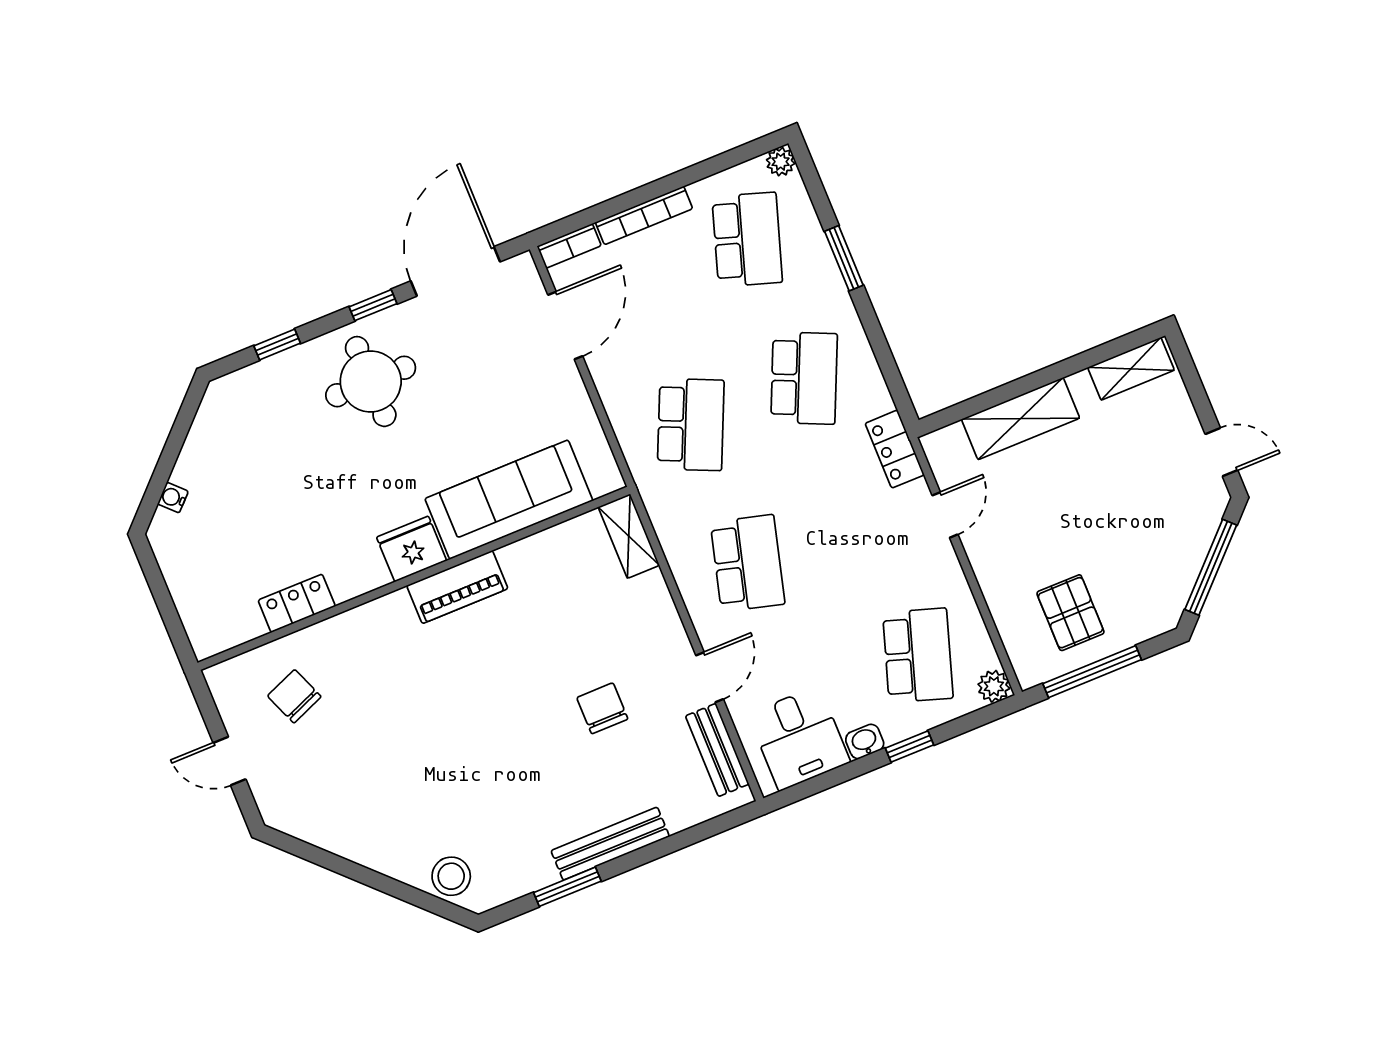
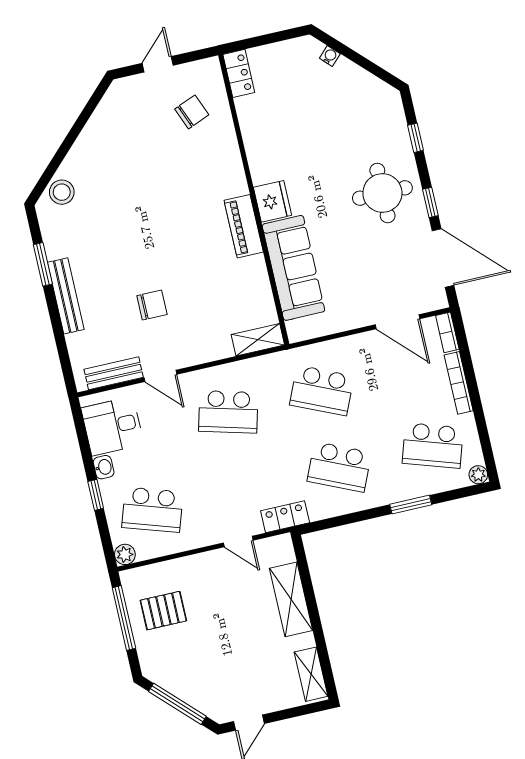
locker: (297, 603) -> (239, 73), moved

